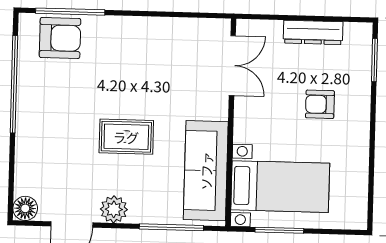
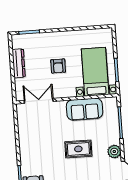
armchair: (320, 104) -> (58, 66), moved
rug: (126, 137) -> (78, 149), turned 90
sofa: (206, 171) -> (85, 109), width x0.73

